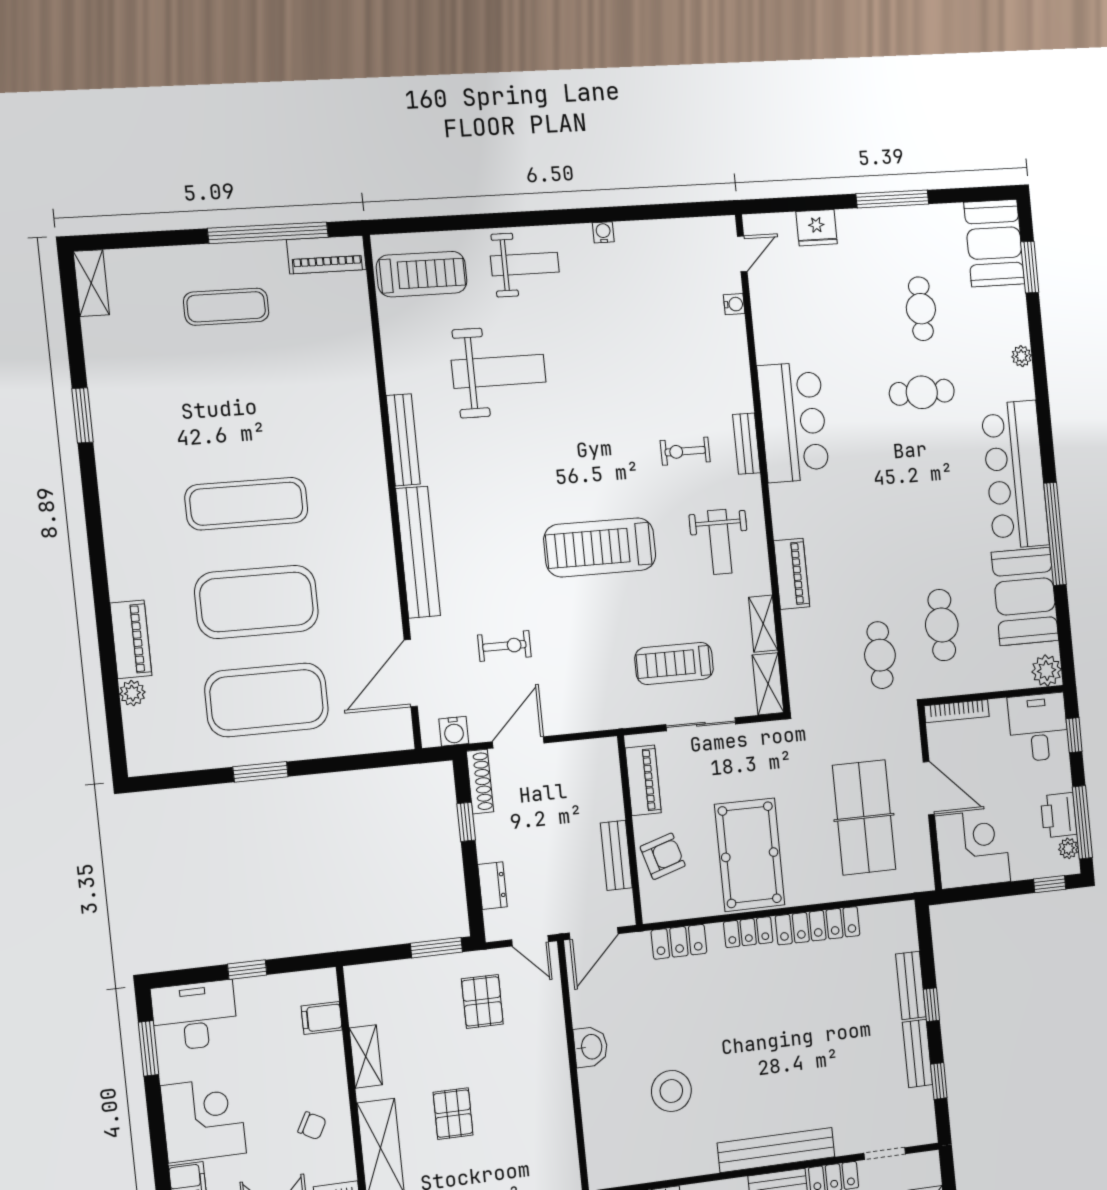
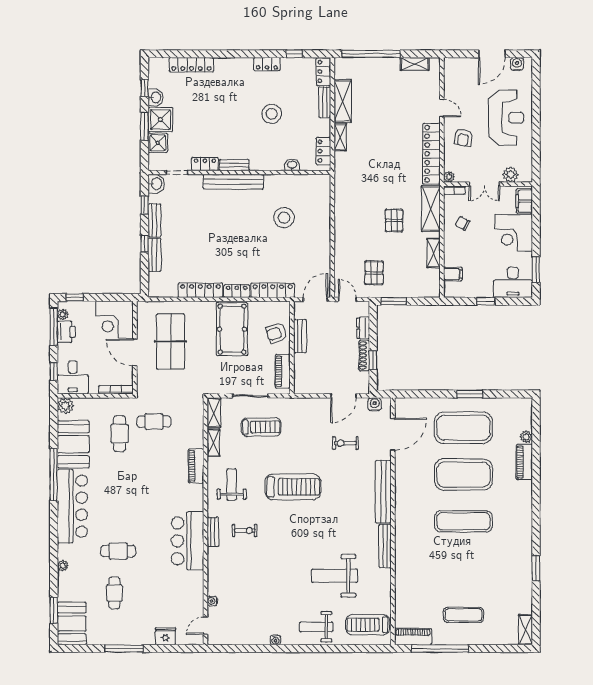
cafe table: (880, 655) -> (154, 422), turned 90
shoe rack: (480, 781) -> (364, 356), moved
locker: (679, 942) -> (273, 290), width x1.53
washbasin: (591, 1047) -> (156, 184), moved, turned 180

